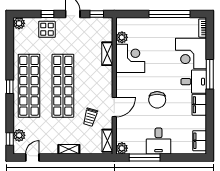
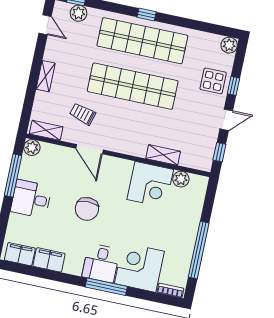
chair: (157, 100) -> (87, 209), turned -90
filing cabinet: (199, 105) -> (49, 260), moved

